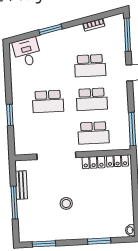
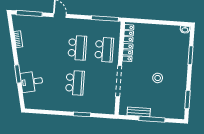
desk: (27, 52) -> (32, 82), moved
school desk: (90, 66) -> (50, 46), removed

